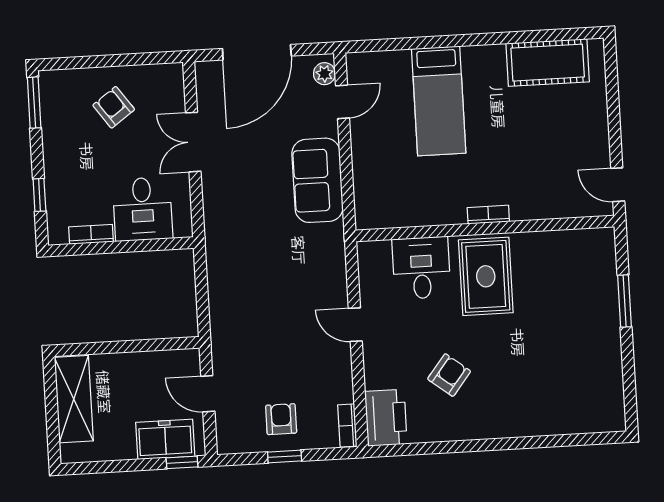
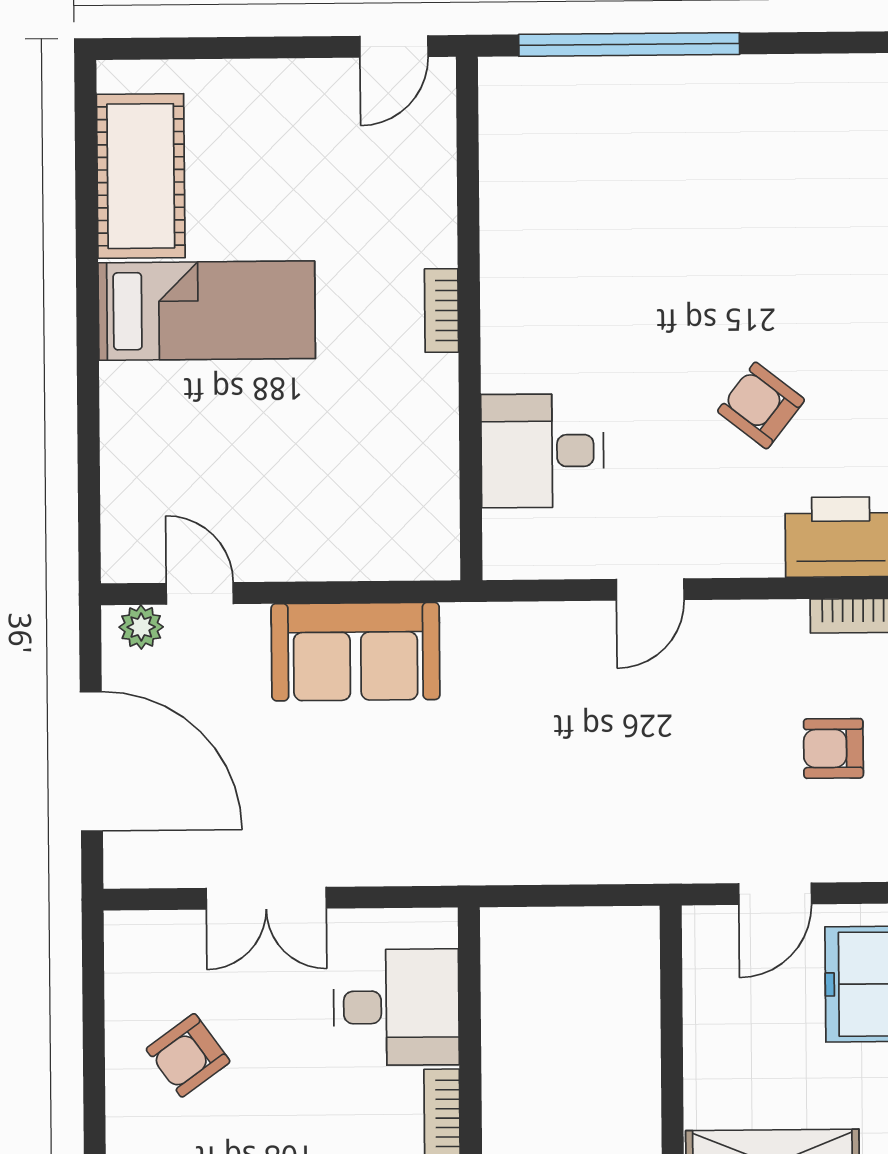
bed: (439, 101) -> (207, 311), moved
rug: (486, 276) -> (566, 322), removed
window: (625, 301) -> (629, 44), width x2.11

